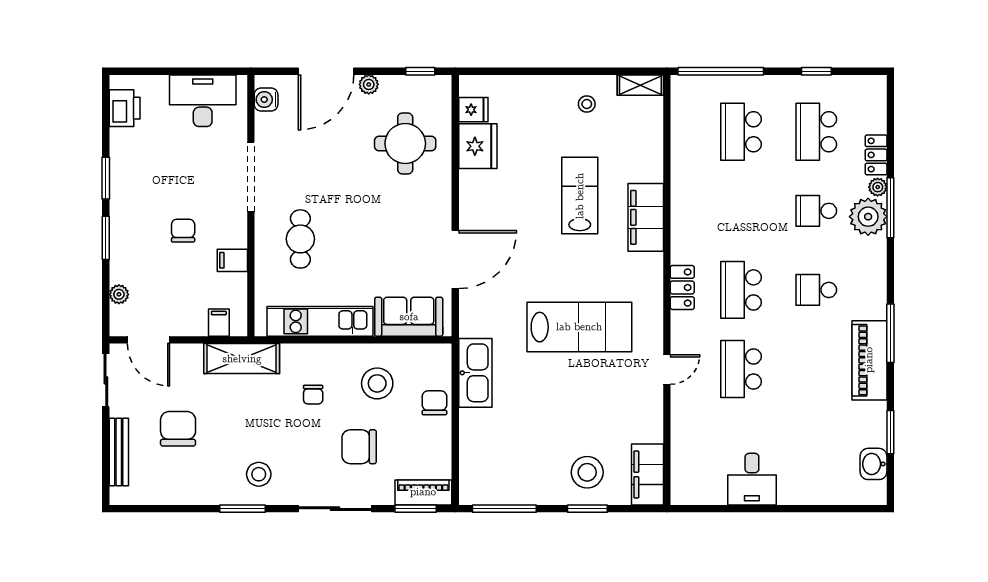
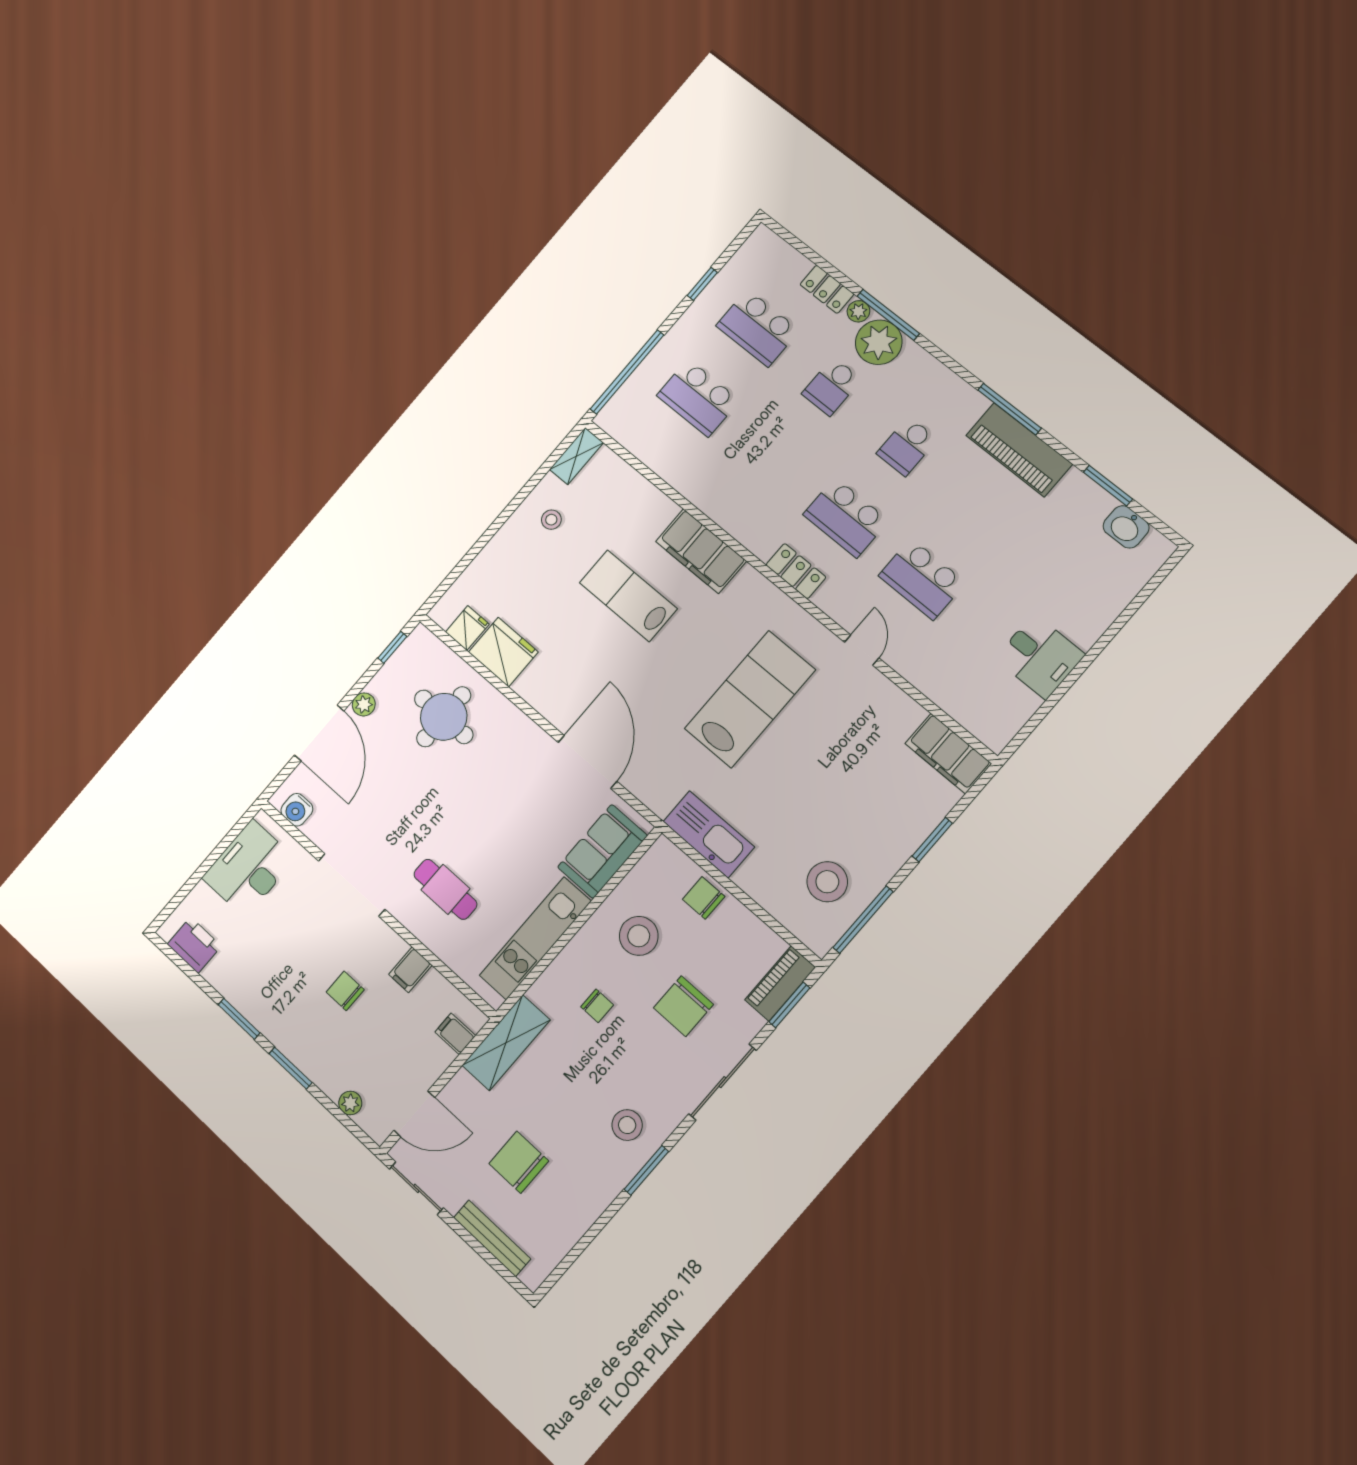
stool: (587, 472) -> (827, 882), moved

